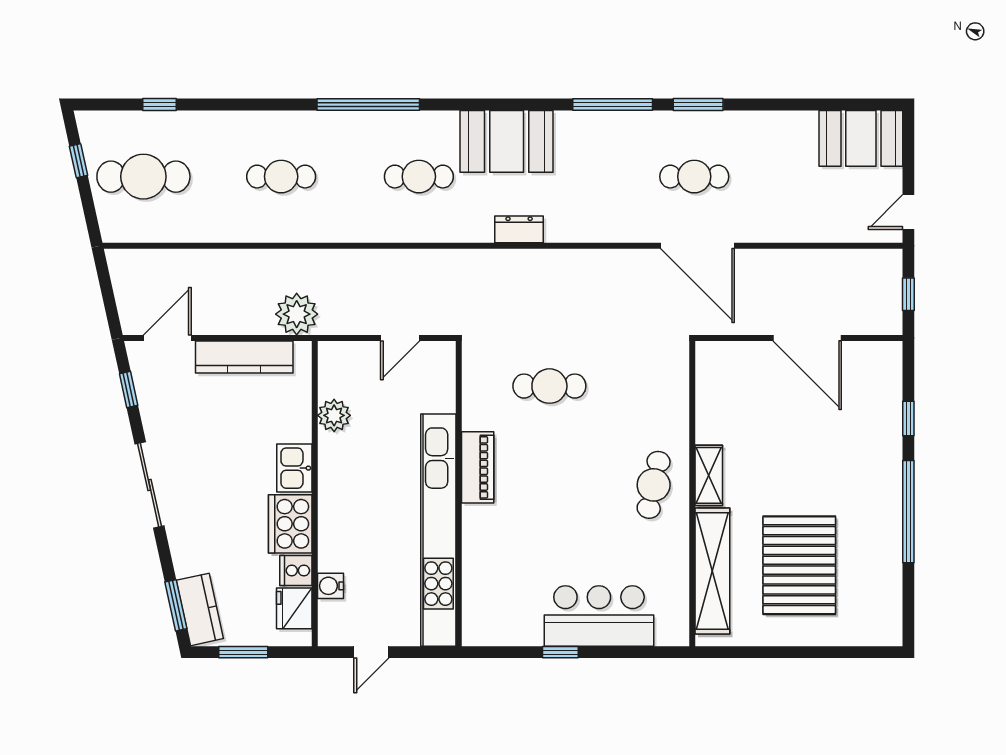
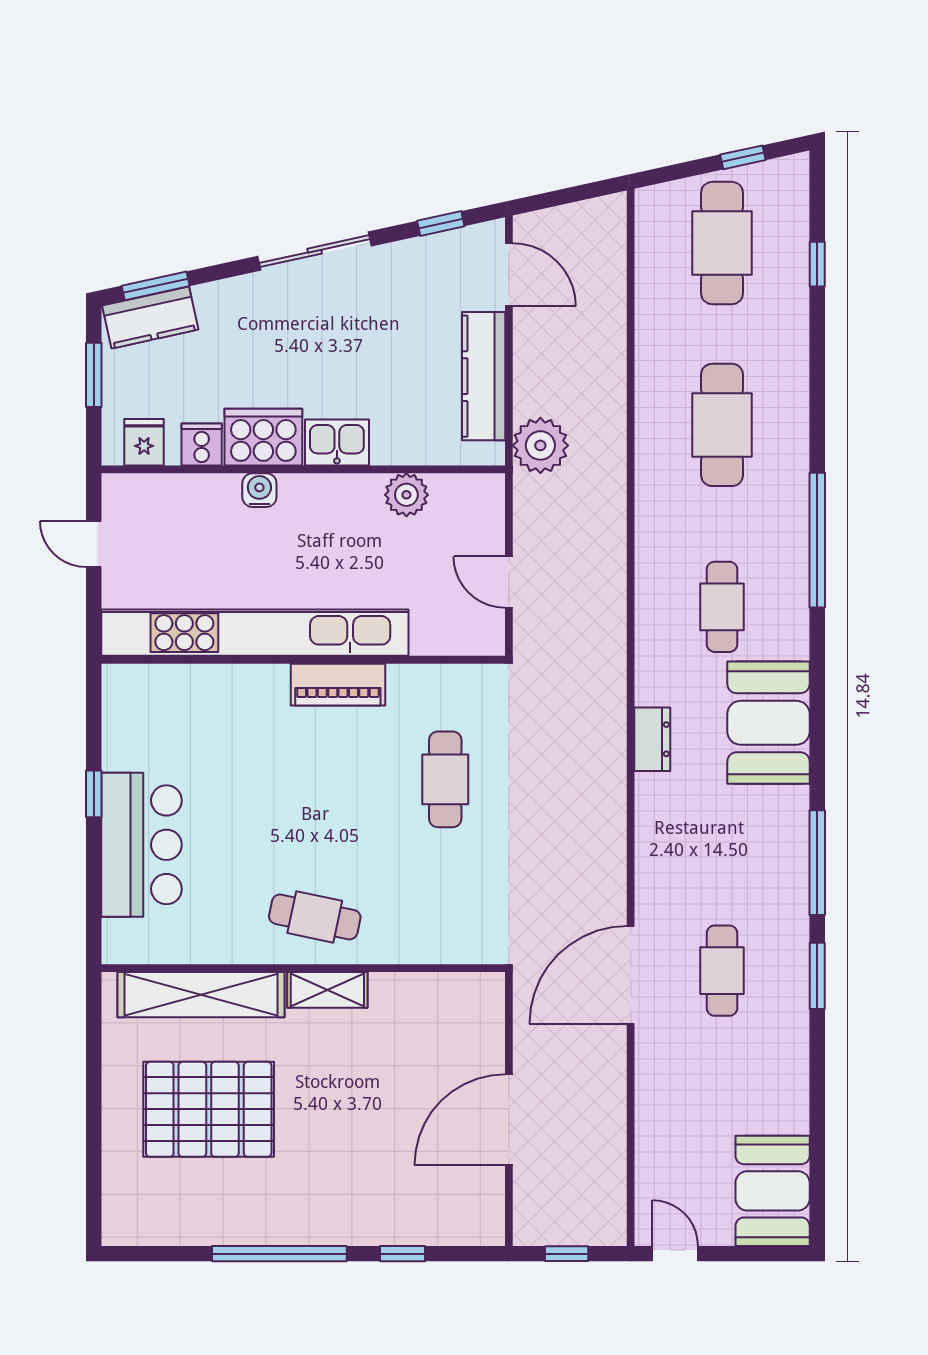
cafe table: (281, 177) -> (722, 425), width x1.37, depth x1.35
water cooler: (330, 586) -> (259, 490), moved
fridge: (294, 608) -> (144, 442), width x0.72

